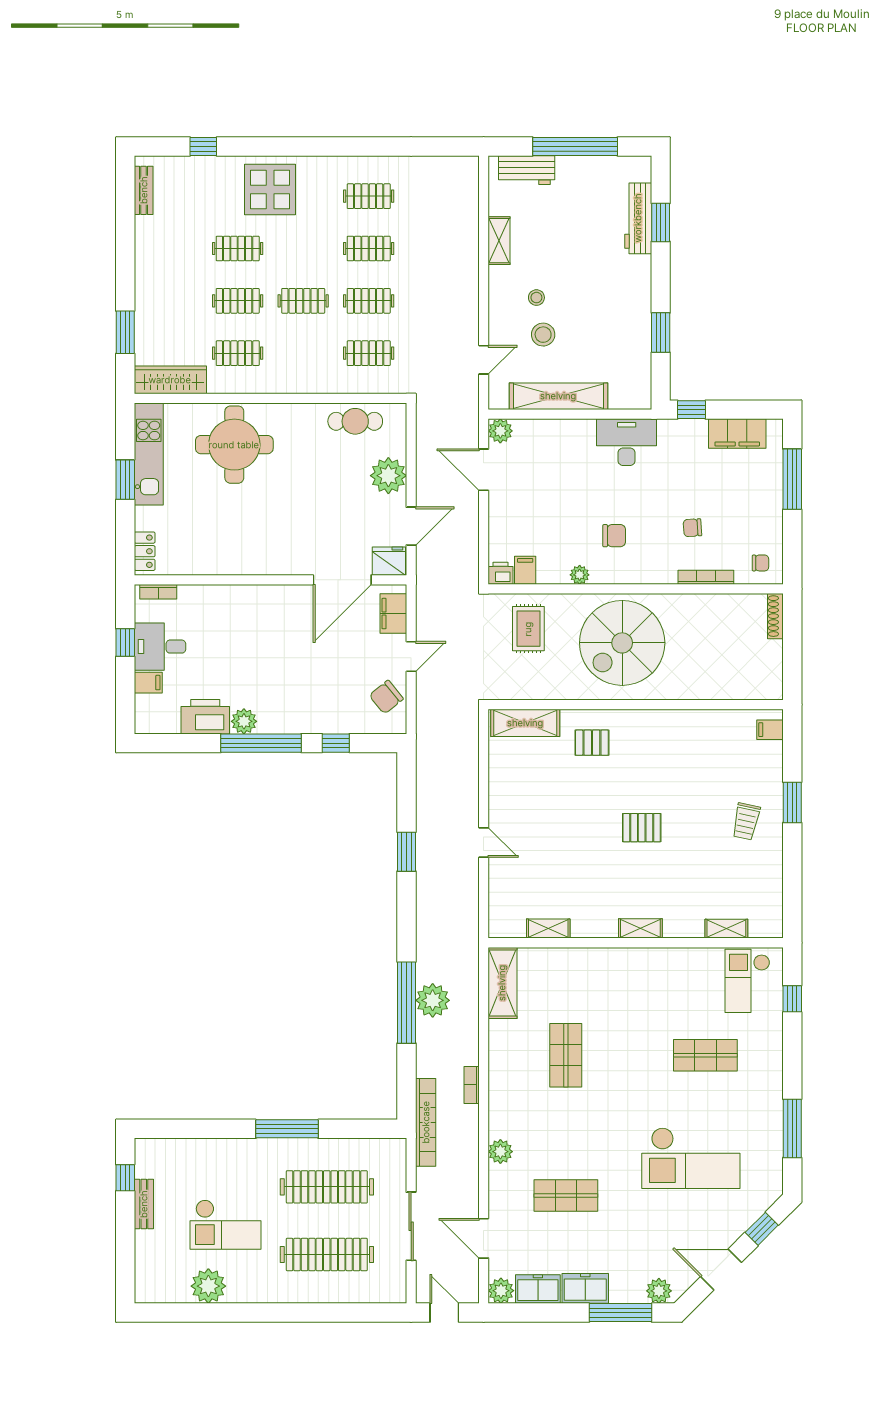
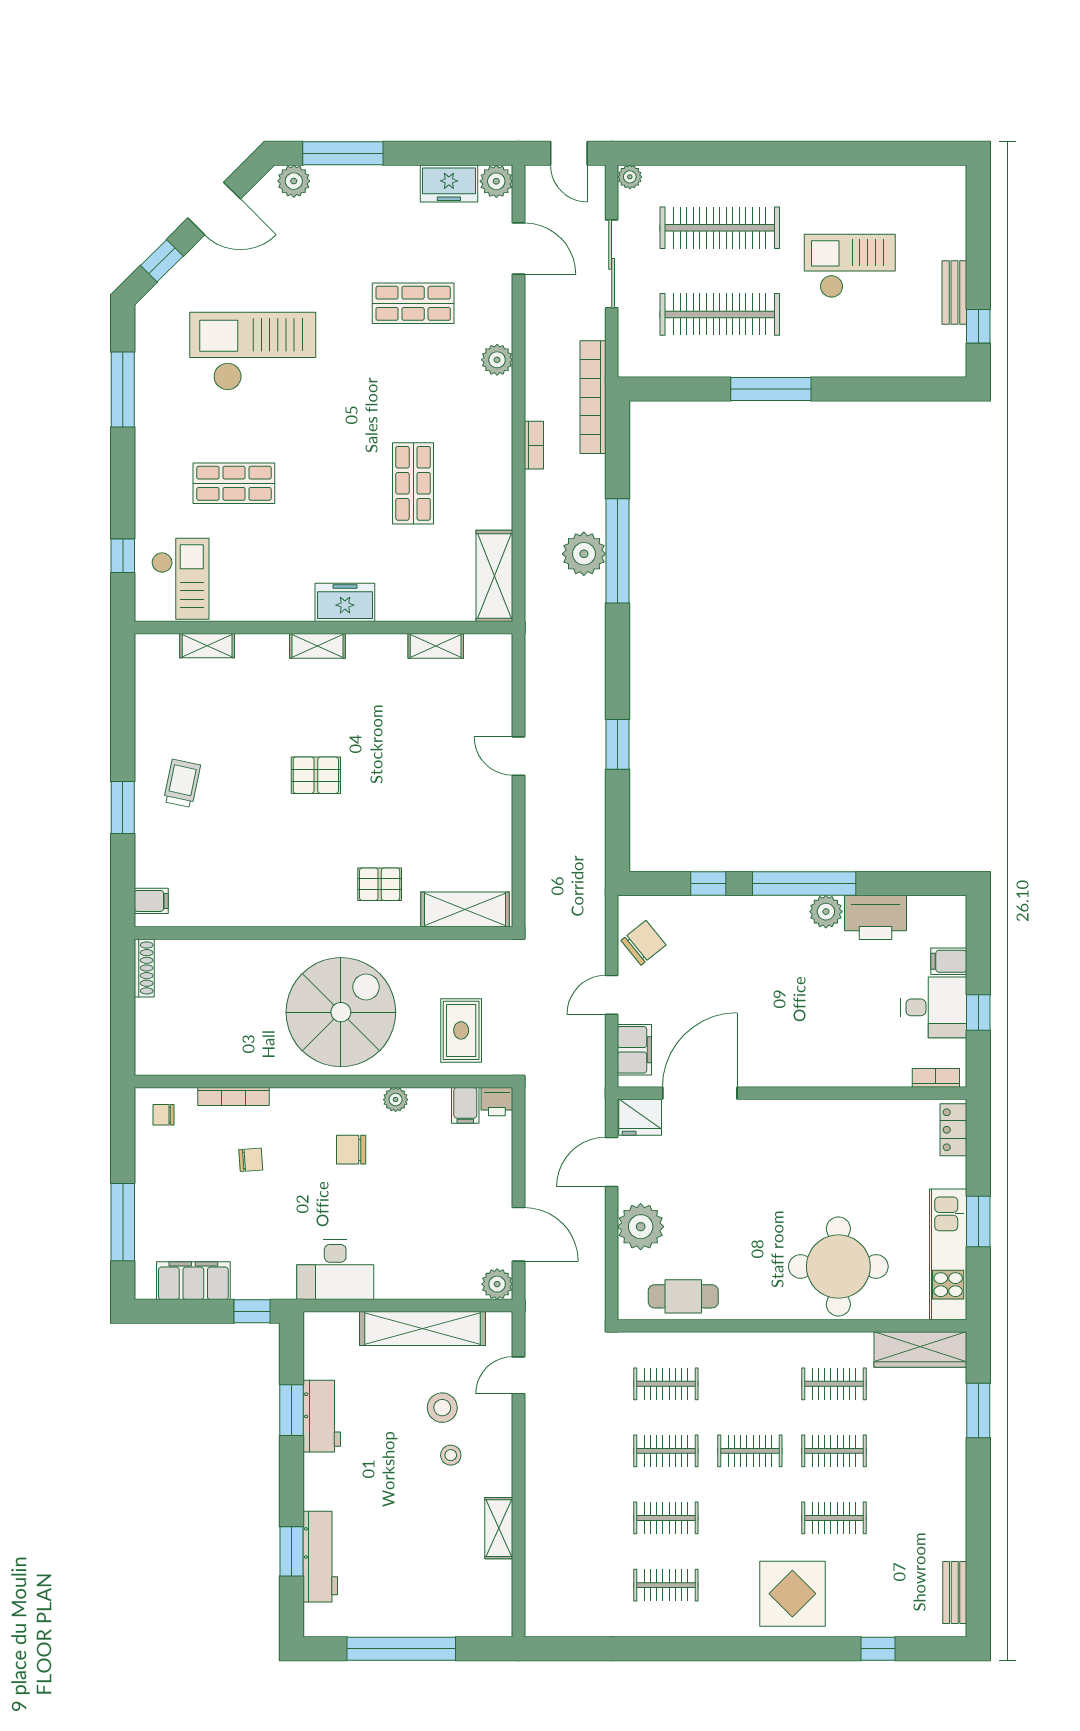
workbench: (527, 170) -> (322, 1416), moved, turned 90
shoe rack: (775, 616) -> (144, 968), moved
plant: (208, 1286) -> (630, 177), moved, width x0.53, depth x0.53
freezer: (585, 1288) -> (345, 602), moved, turned 180

